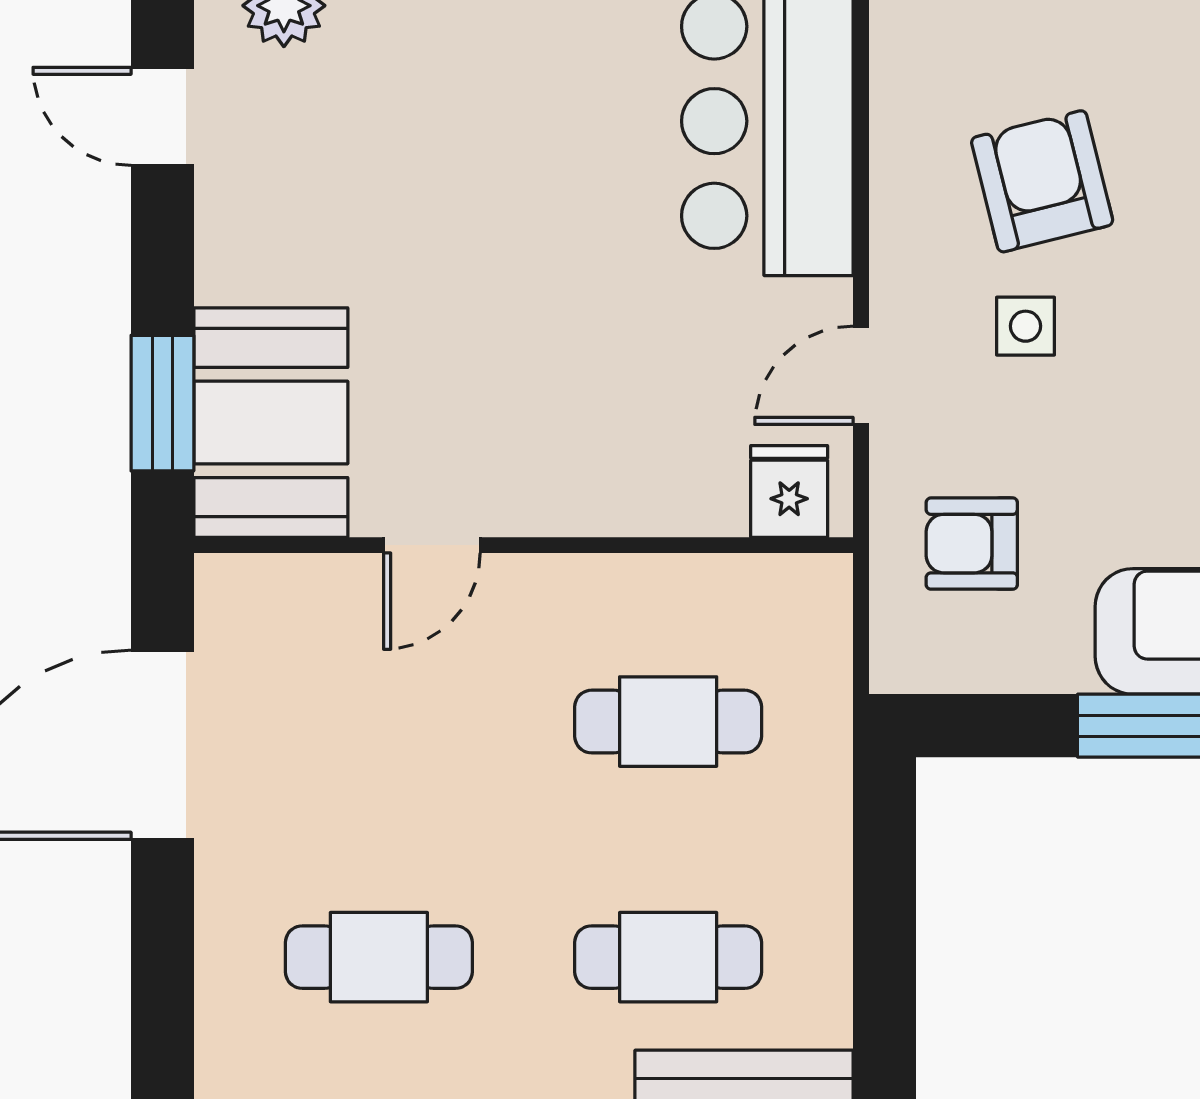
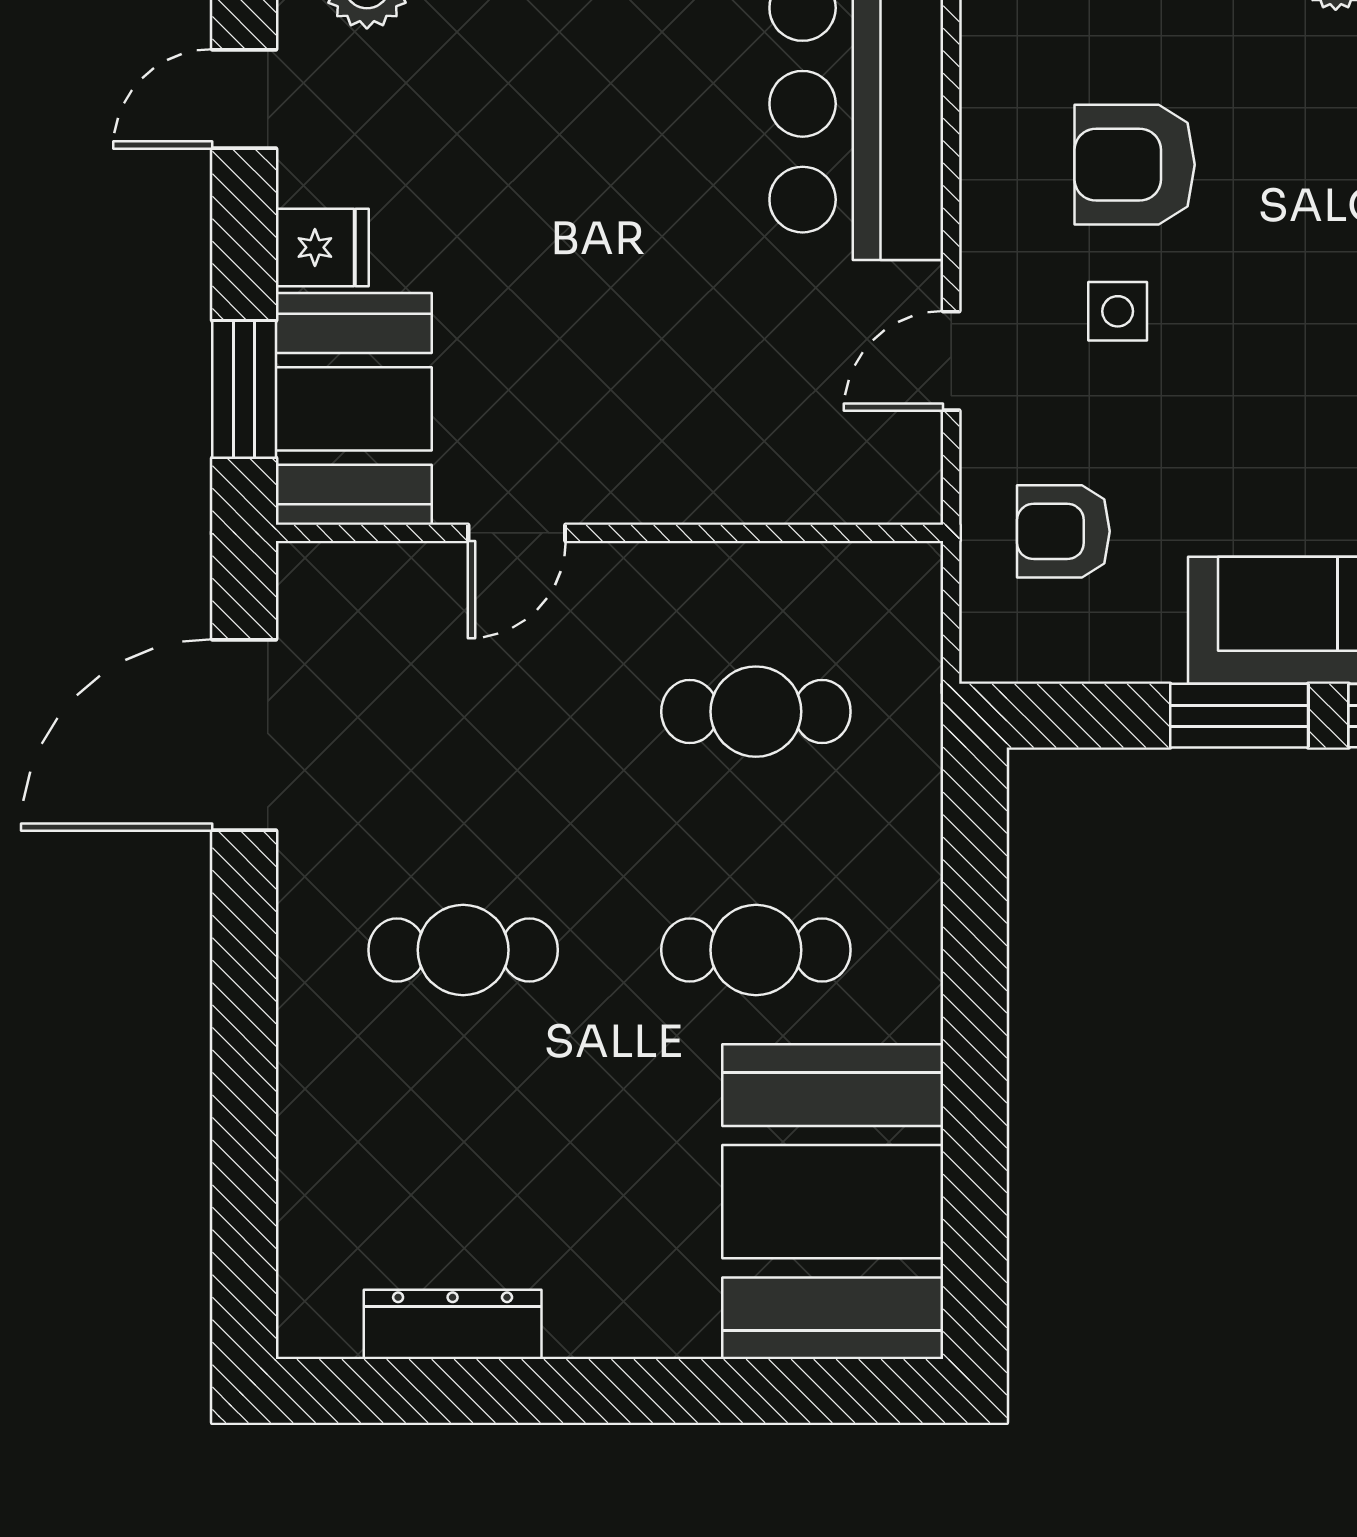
door: (162, 116) -> (244, 99), hinge flipped
armchair: (1042, 181) -> (1135, 165), turned -76
fridge: (789, 491) -> (322, 247), moved, turned 90

